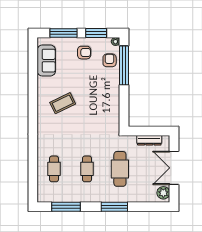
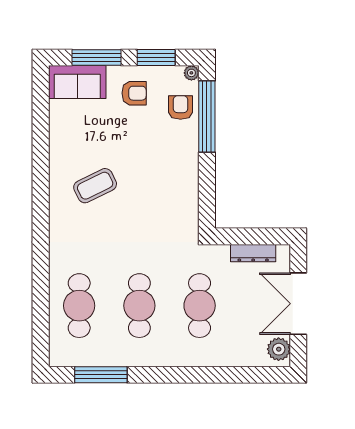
sofa: (46, 61) -> (77, 82), moved, turned 90
cafe table: (54, 169) -> (79, 306), width x1.37, depth x1.35
cafe table: (87, 169) -> (139, 306), width x1.37, depth x1.35
window: (114, 207) -> (190, 375), removed

